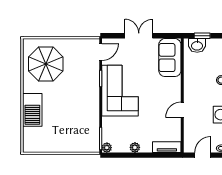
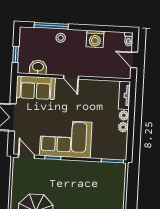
washbasin: (197, 45) -> (38, 67), moved, turned -90
door: (182, 110) -> (71, 77), moved
plant: (107, 148) -> (124, 115), moved

